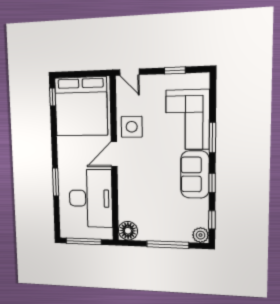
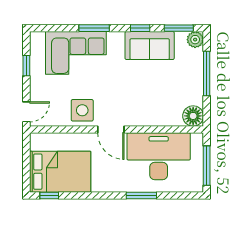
bed: (81, 107) -> (60, 172), width x0.73
sofa: (195, 174) -> (150, 45), moved
window: (212, 220) -> (179, 28), width x1.50

